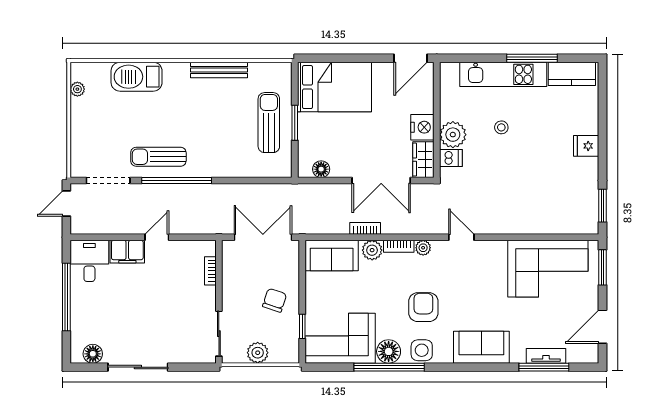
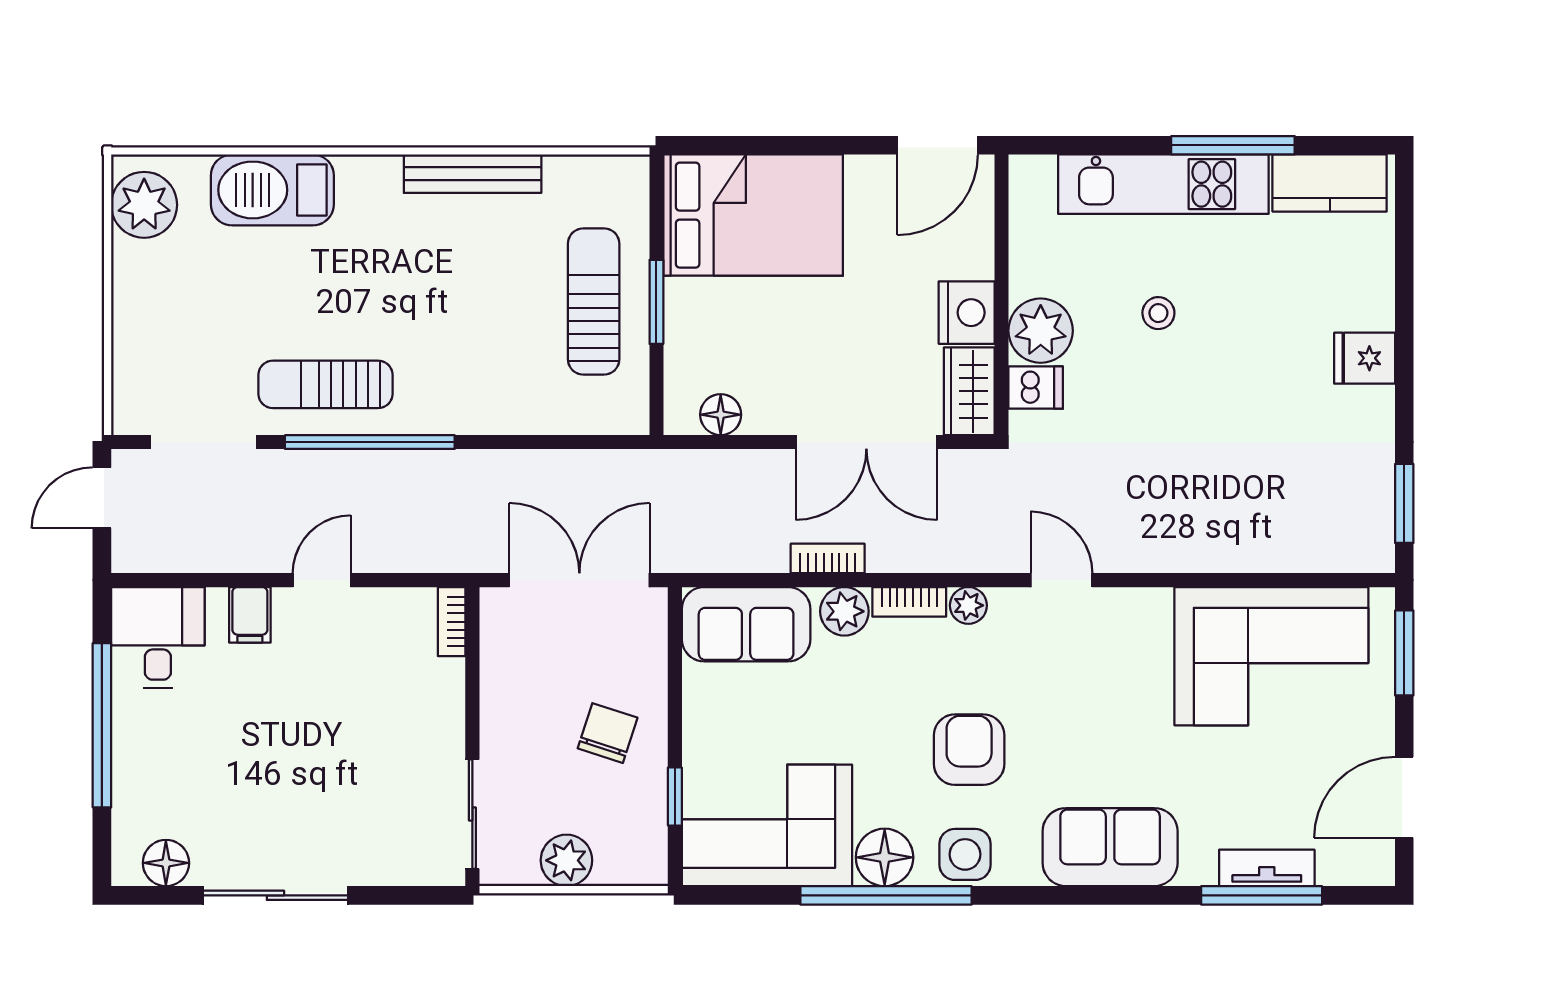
plant: (77, 89) -> (144, 205), width x1.88, depth x1.88
filing cabinet: (127, 252) -> (250, 615), width x0.50
bookcase: (210, 271) -> (452, 622), moved

